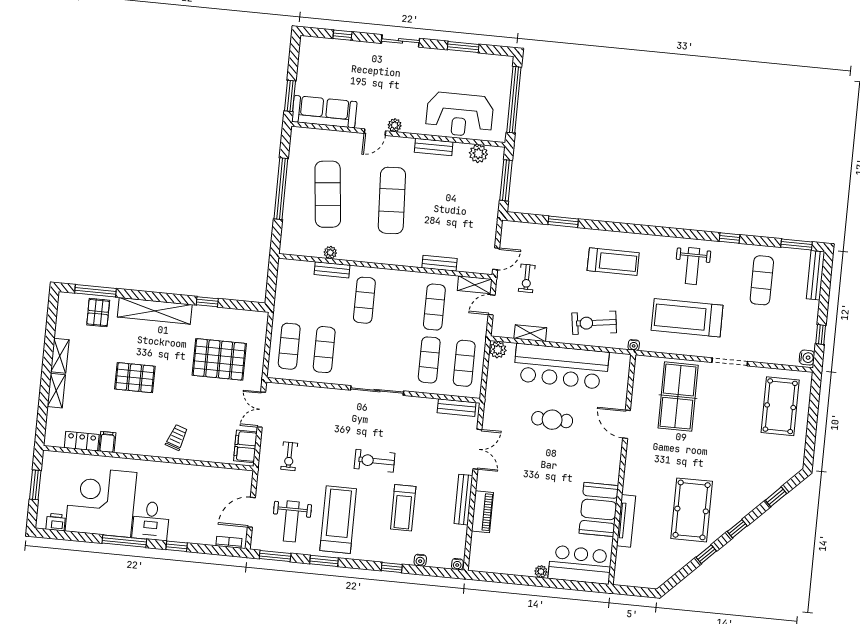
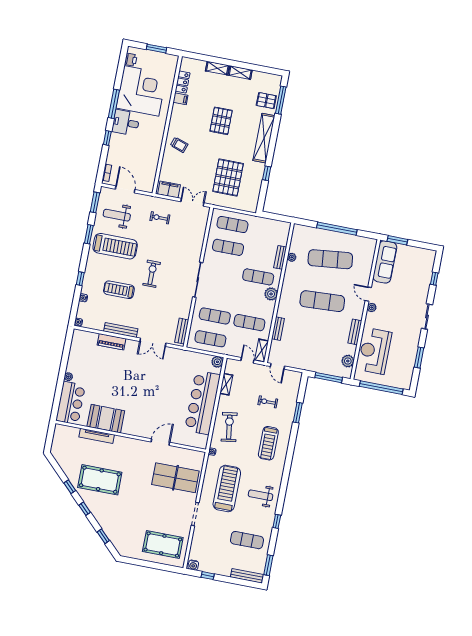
plant: (388, 278) -> (271, 294), added
exercise bike: (527, 278) -> (268, 402), moved
cafe table: (552, 420) -> (168, 393), removed

